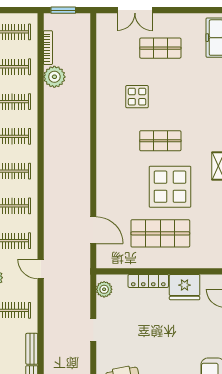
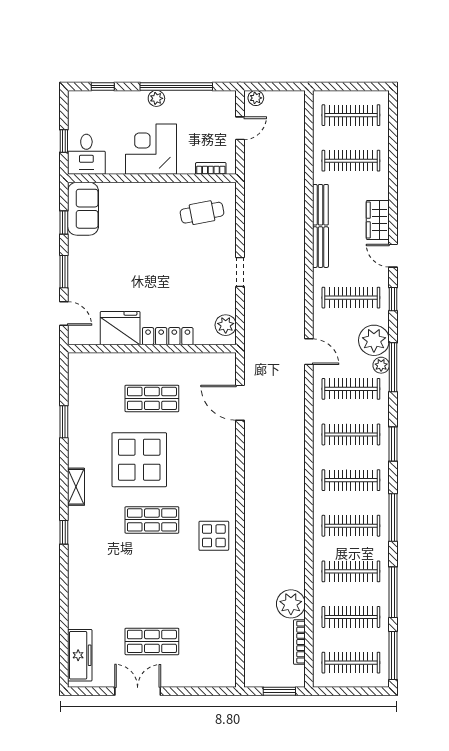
double door: (135, 10) -> (138, 691), moved
display table: (137, 97) -> (214, 536), moved
shop shelf: (160, 233) -> (152, 398), width x0.70, depth x0.74

